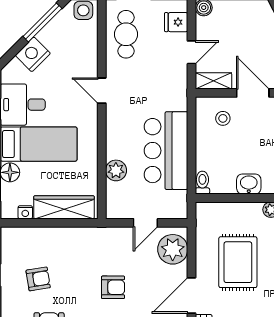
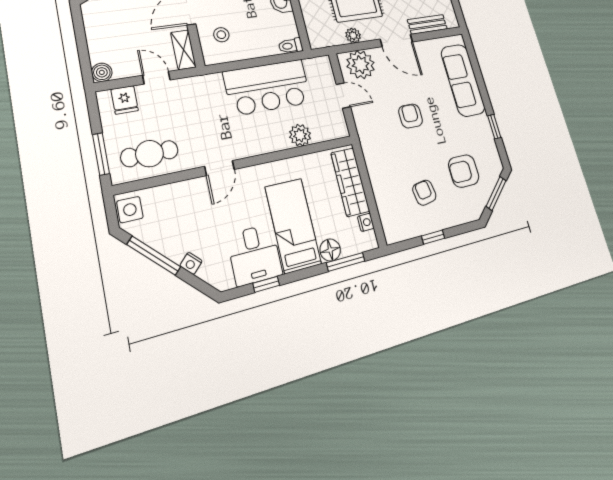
nightstand: (33, 54) -> (191, 263), width x0.53, depth x0.56
plant: (203, 250) -> (353, 35), added

